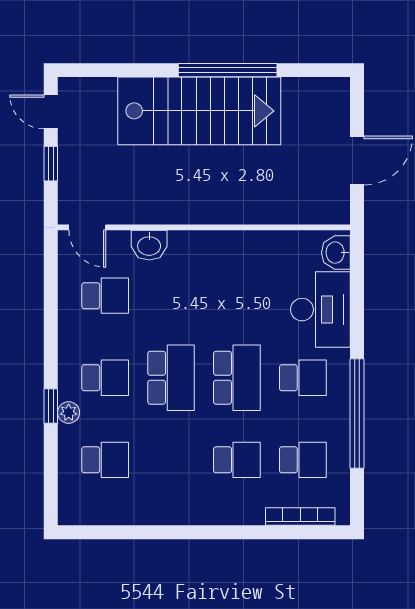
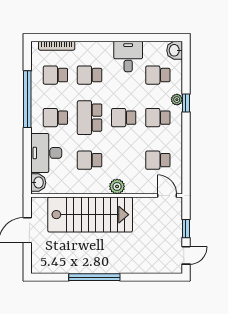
stairs: (199, 111) -> (90, 215), moved, turned 180
door: (51, 112) -> (186, 255), hinge flipped
washbasin: (149, 245) -> (175, 50), moved, turned -90
plant: (184, 245) -> (117, 186), added
school desk: (237, 296) -> (90, 160), added
school desk: (171, 378) -> (124, 118), width x0.54
desk: (162, 496) -> (128, 56), added

